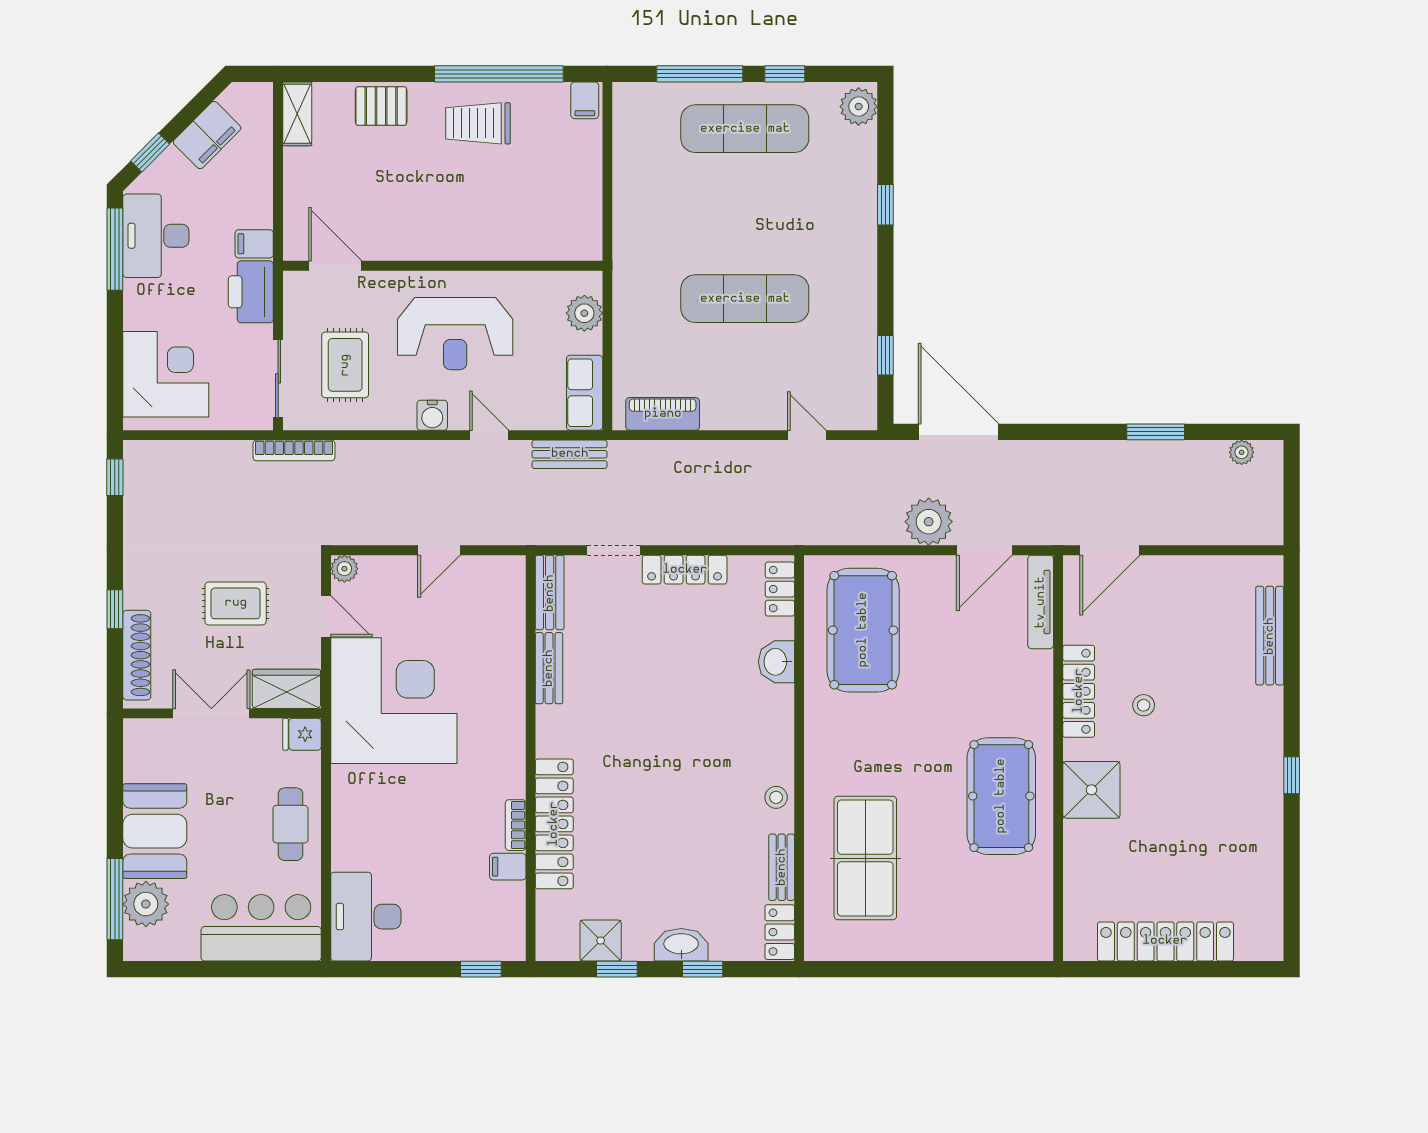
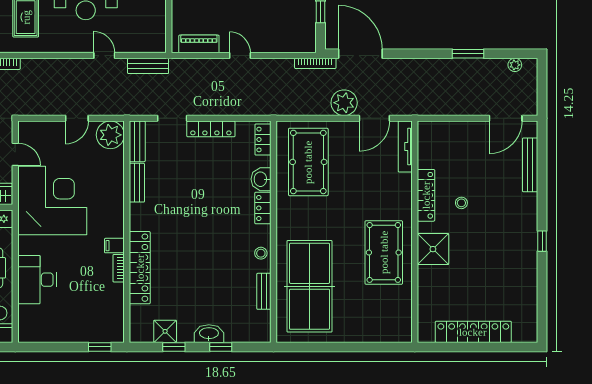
row of seats: (585, 393) -> (156, 32), removed
water cooler: (432, 415) -> (73, 45), removed
door: (807, 435) -> (240, 56), moved
bookcase: (876, 450) -> (315, 63), added
door: (1110, 550) -> (506, 118), moved
plant: (344, 569) -> (110, 135), moved, width x1.87, depth x1.87
table tennis table: (865, 858) -> (310, 286), width x1.36, depth x1.32
filing cabinet: (508, 867) -> (114, 246), moved
desk: (366, 917) -> (37, 280), moved
locker: (780, 932) -> (263, 208), moved

